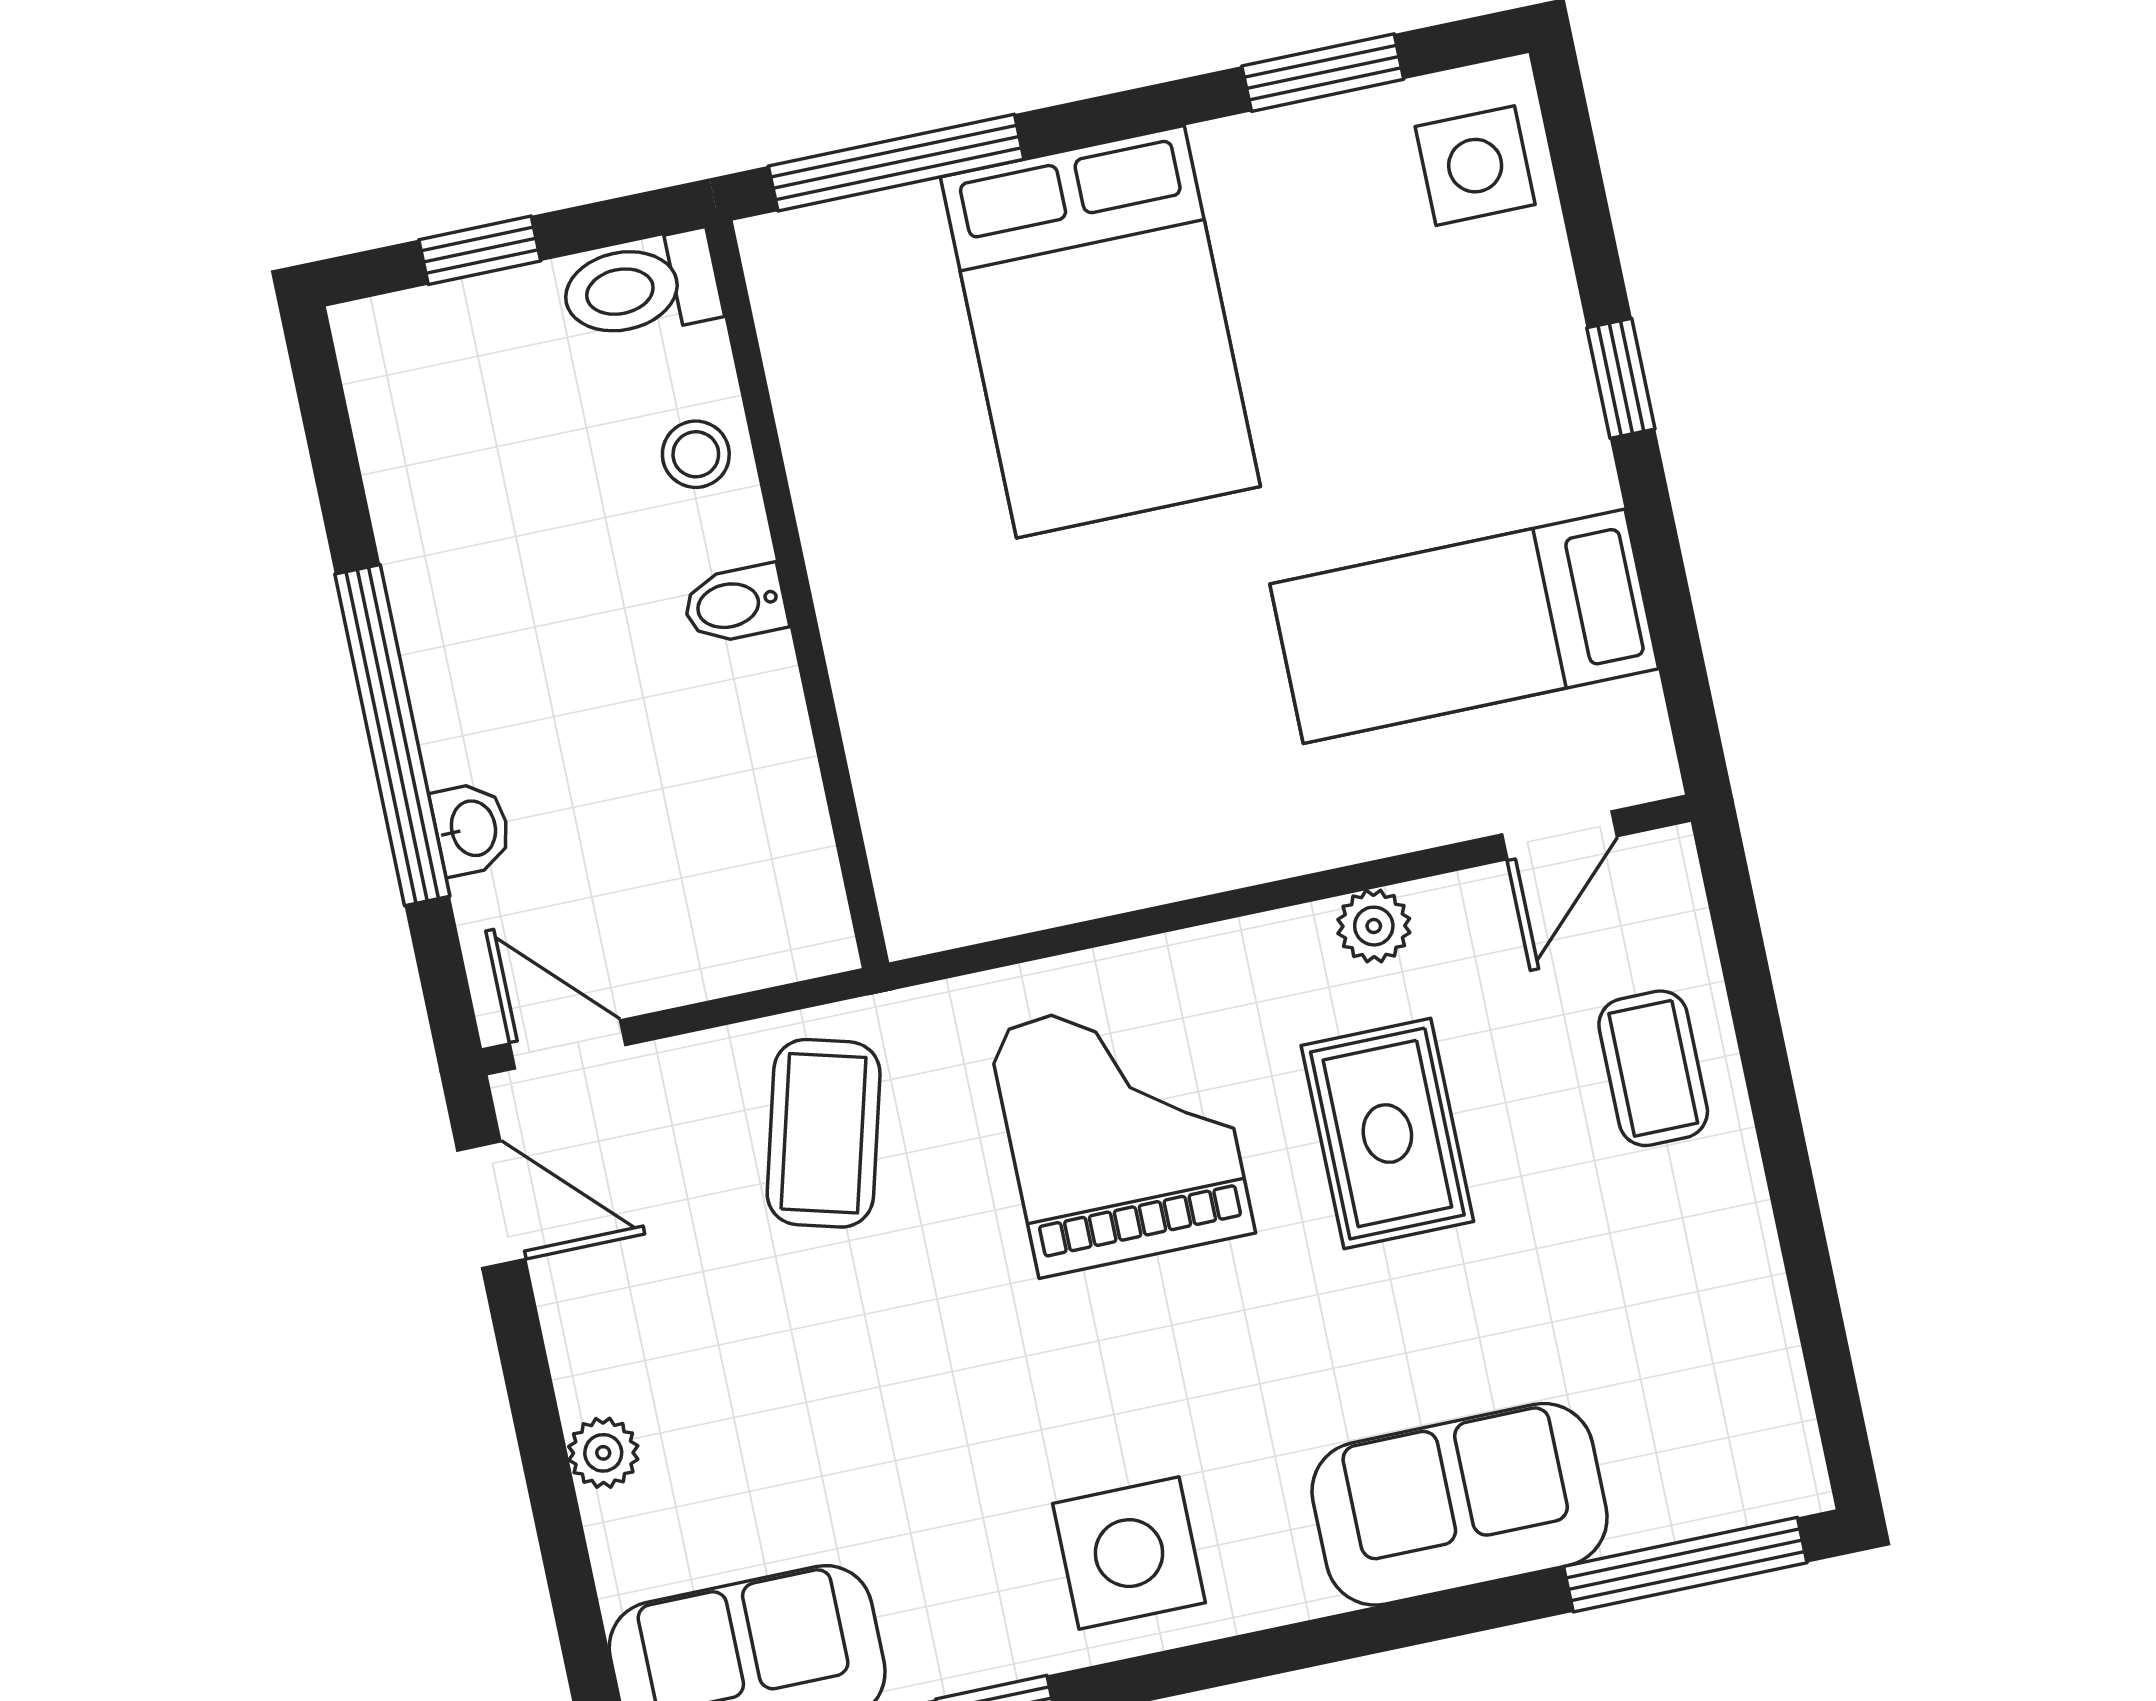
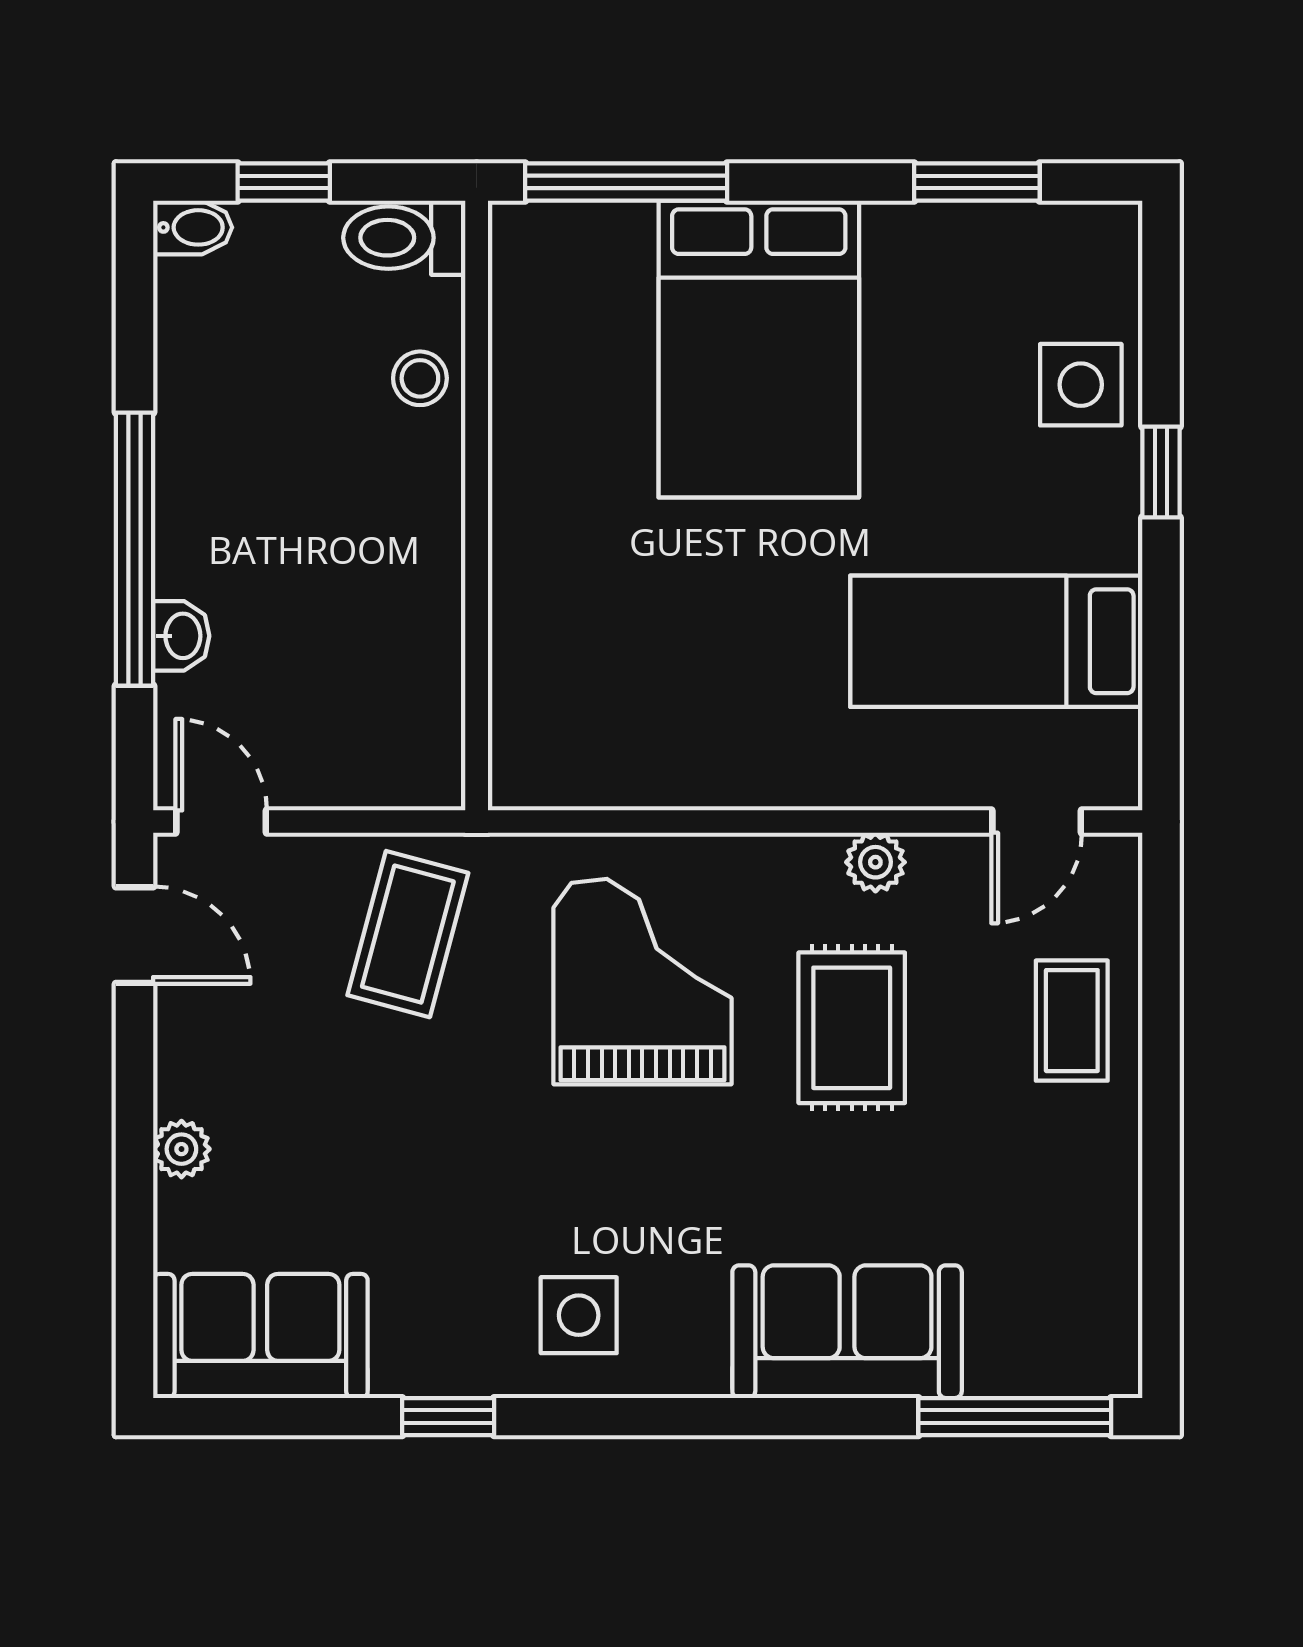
side table: (1475, 166) -> (1081, 385), moved
bidet: (735, 604) -> (193, 227), moved, turned 180
side table: (1129, 1553) -> (579, 1315), width x0.73, depth x0.73

